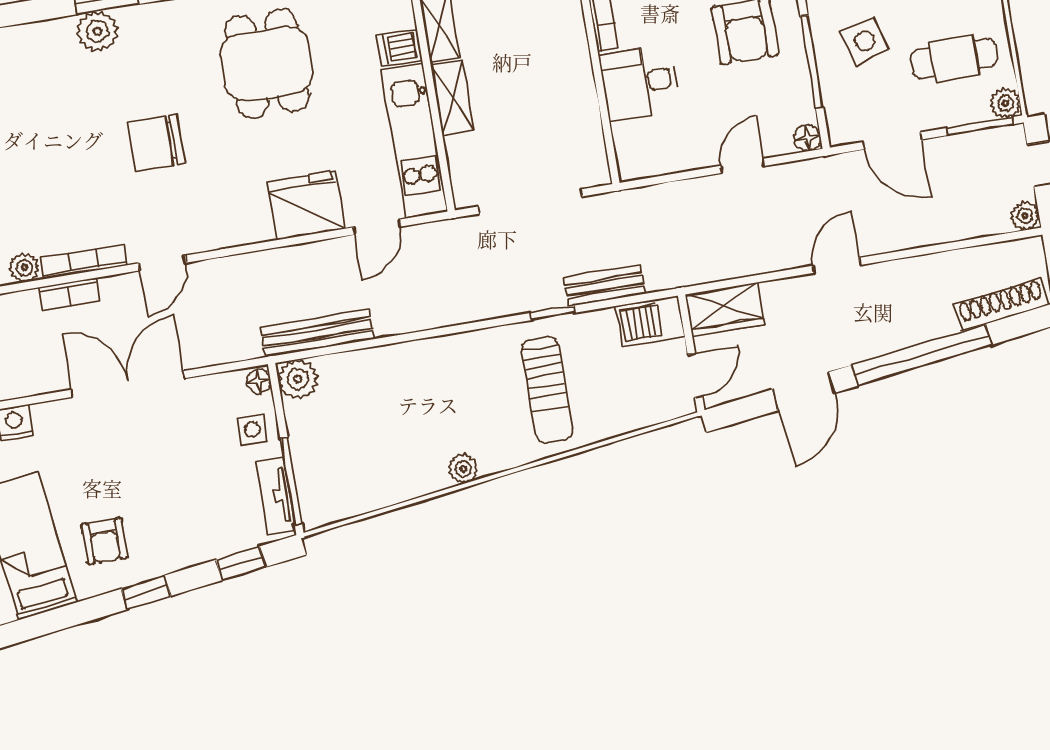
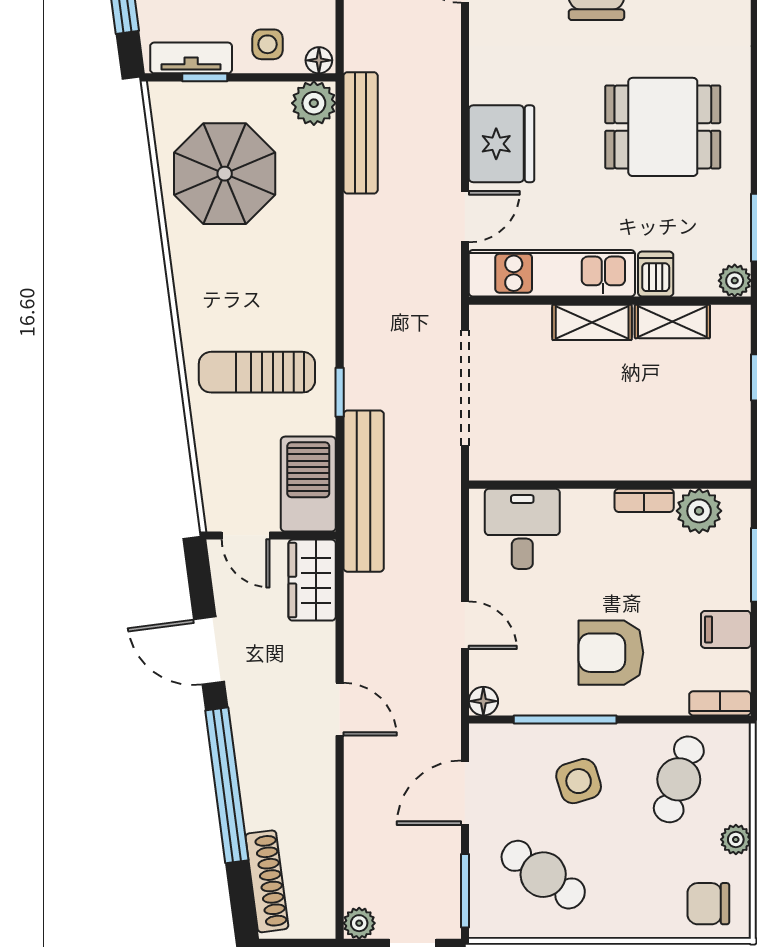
cafe table: (954, 58) -> (543, 875), turned -55
desk: (640, 82) -> (522, 529), moved
plant: (1005, 103) -> (485, 922), removed
door: (377, 227) -> (465, 217), swing flipped
bench: (605, 285) -> (364, 491), width x1.86, depth x1.21
barbecue: (650, 321) -> (308, 484), width x1.37, depth x1.21
parasol: (374, 449) -> (225, 174), added
plant: (463, 469) -> (187, 267), removed
window: (291, 481) -> (205, 77), width x0.46

